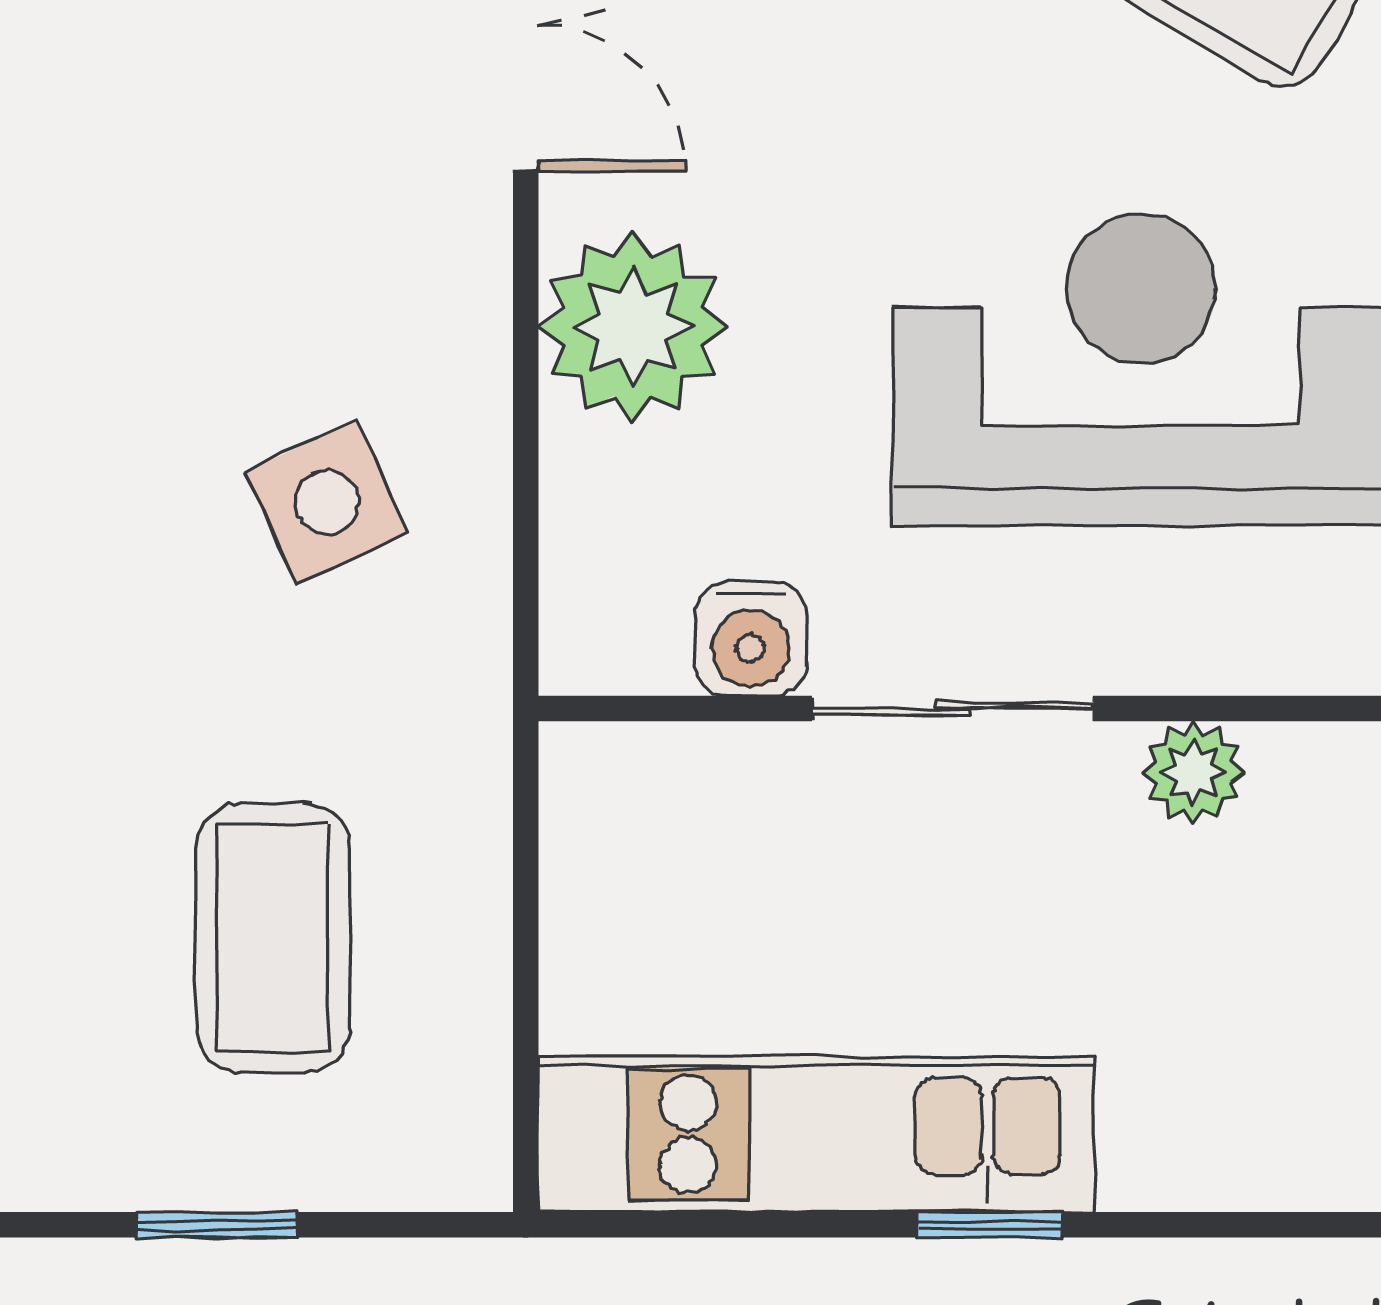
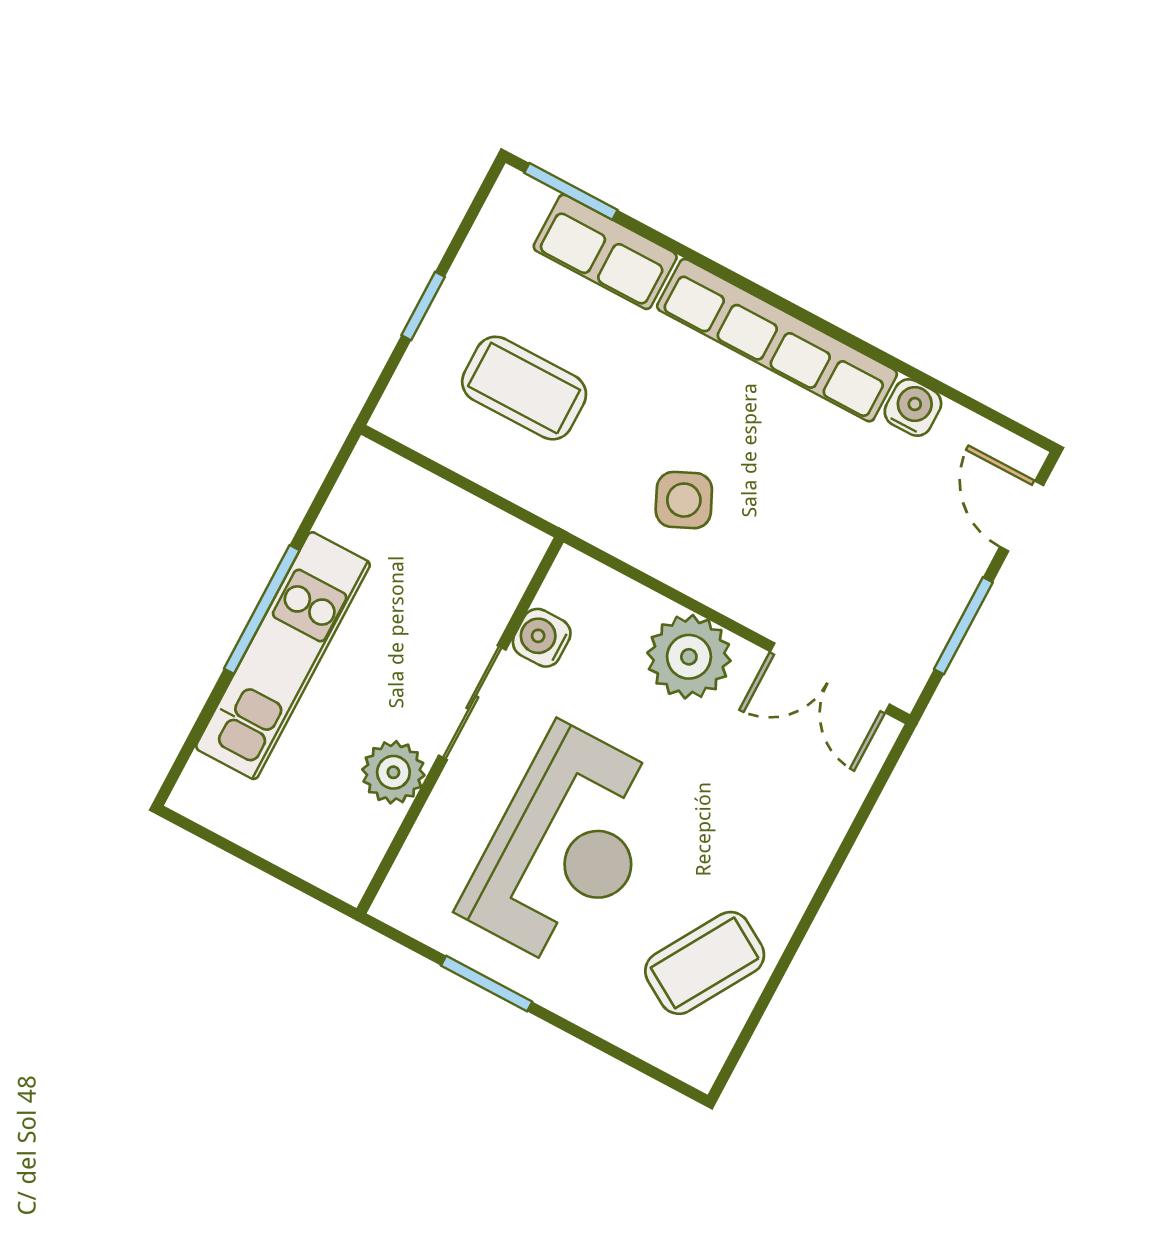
plant: (1193, 772) -> (393, 772), width x1.38, depth x1.38
kitchen unit: (816, 1134) -> (283, 656), moved
window: (990, 1225) -> (262, 609), width x2.17

